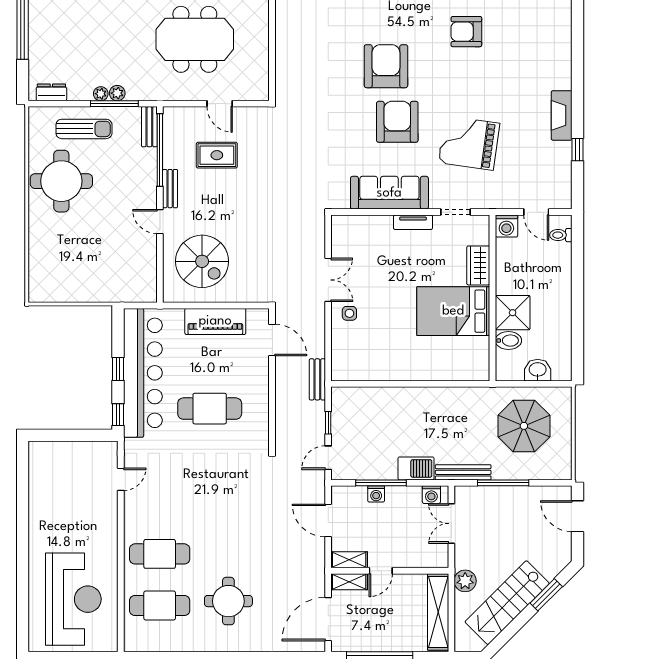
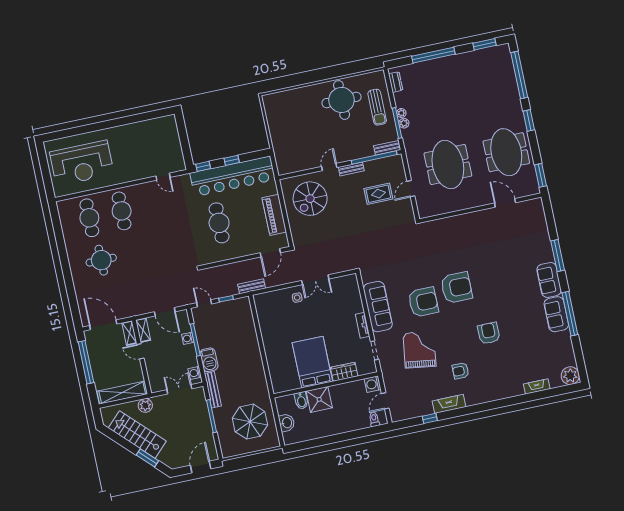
armchair: (515, 87) -> (461, 371), added
rug: (217, 155) -> (378, 194), turned 90
door: (328, 521) -> (165, 312), swing flipped

